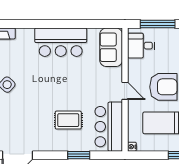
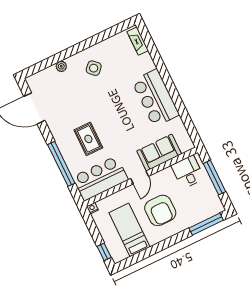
sofa: (111, 47) -> (159, 153), moved
window: (79, 155) -> (61, 164), width x2.11

